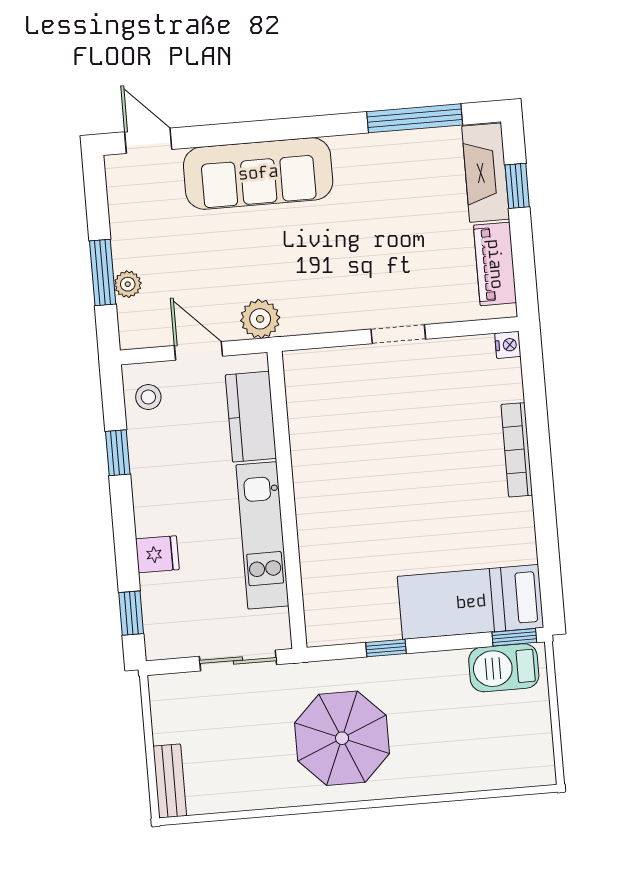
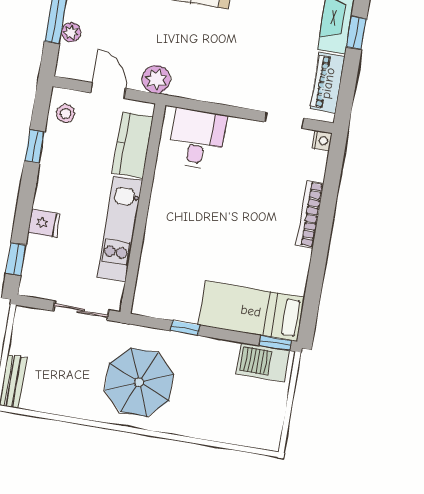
doorway: (398, 334) -> (284, 120), moved
desk: (337, 386) -> (197, 139), added

